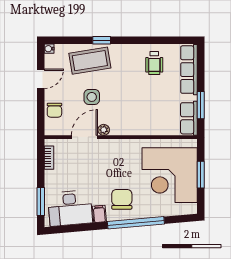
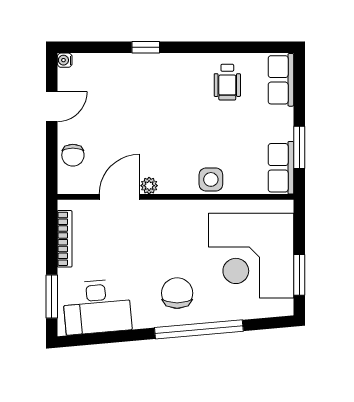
coffee table: (90, 61) -> (128, 79), removed
row of seats: (189, 70) -> (281, 80), width x0.68
side table: (92, 97) -> (211, 179), moved
bookcase: (49, 158) -> (65, 239), width x1.56
window: (201, 175) -> (299, 275), moved
filing cabinet: (99, 214) -> (142, 316), removed

